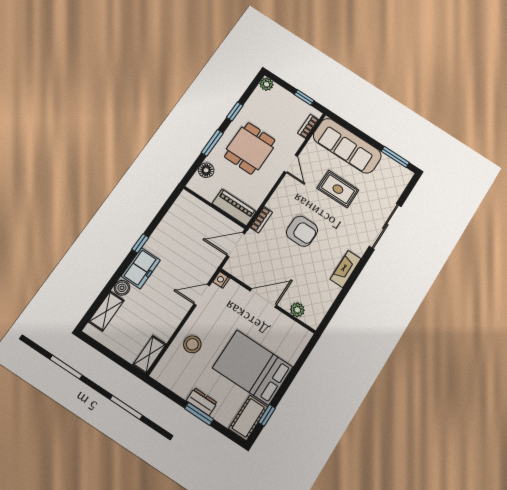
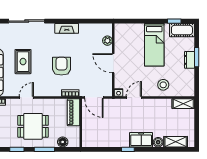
door: (202, 295) -> (134, 98), swing flipped
bed: (253, 367) -> (154, 45), width x0.67

